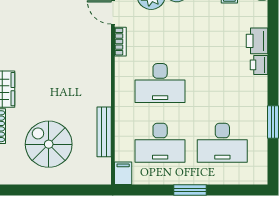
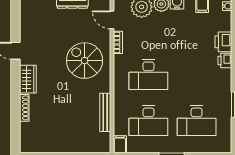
spiral stairs: (49, 144) -> (85, 61), moved

